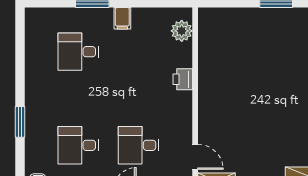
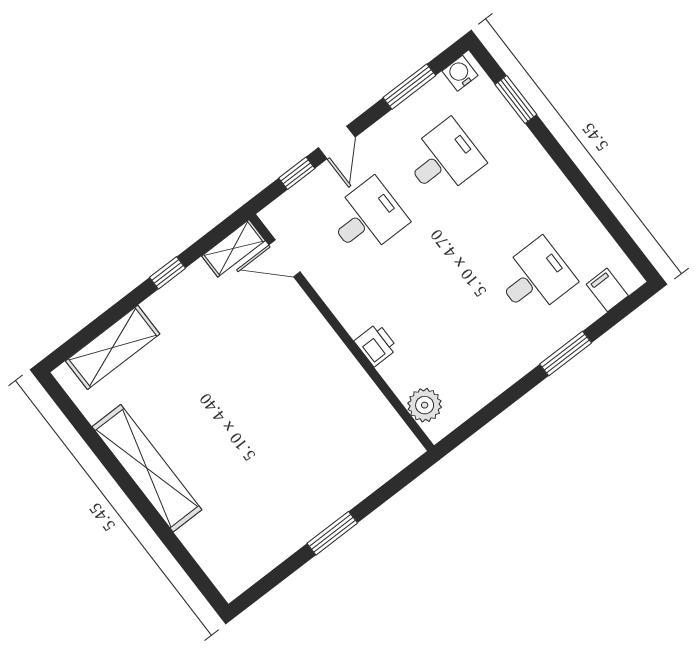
filing cabinet: (122, 18) -> (607, 290), moved
window: (20, 122) -> (516, 100), moved

